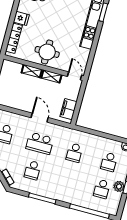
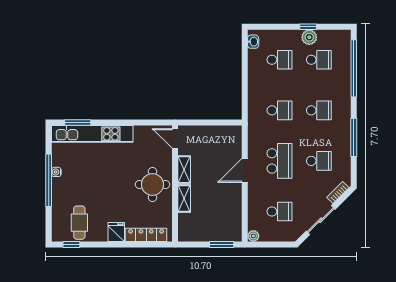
door: (74, 76) -> (175, 138), hinge flipped
filing cabinet: (68, 109) -> (222, 134), removed
school desk: (67, 180) -> (319, 110), added

